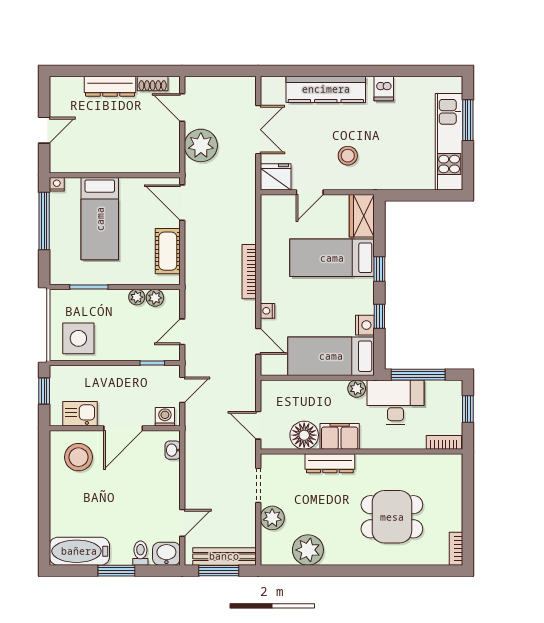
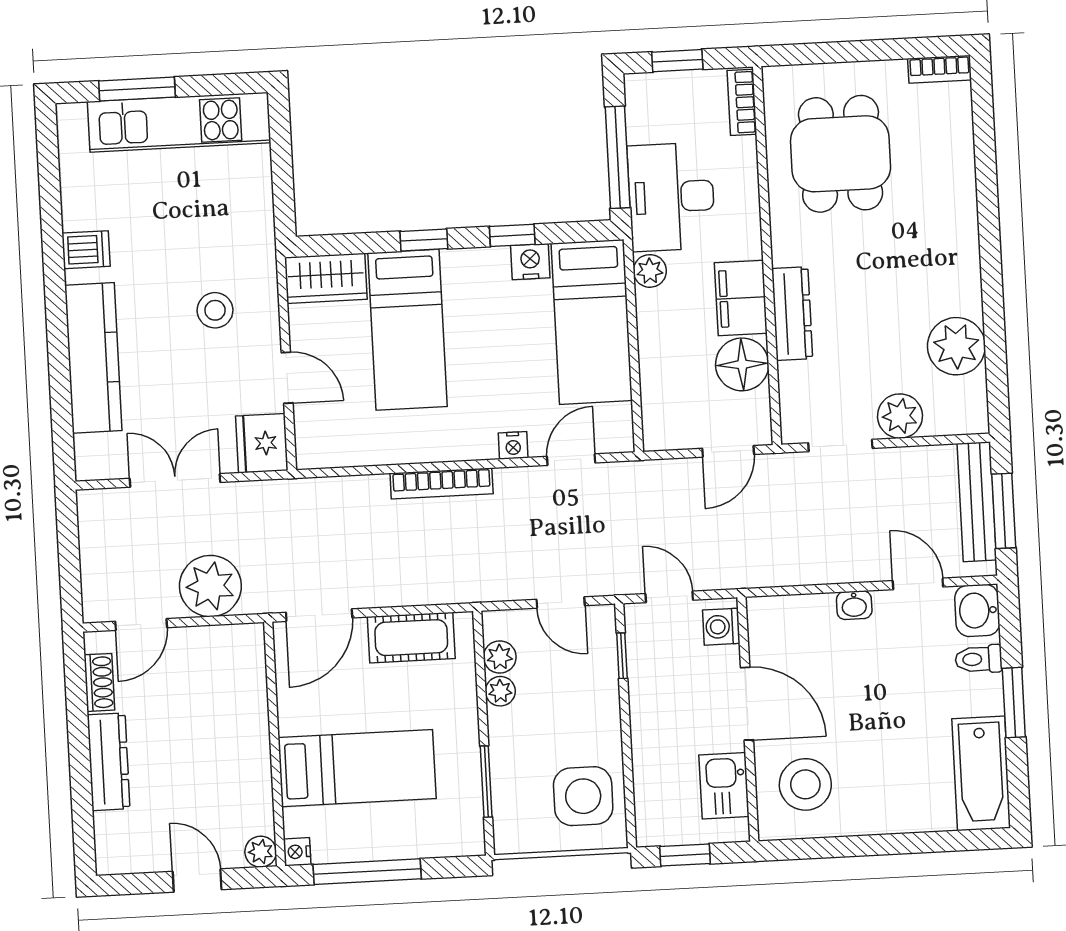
plant: (58, 165) -> (261, 852), added
washbasin: (173, 450) -> (854, 605), moved
dining table: (392, 517) -> (841, 154), moved

